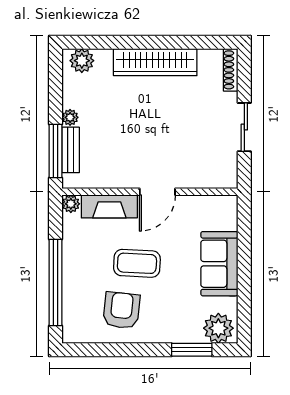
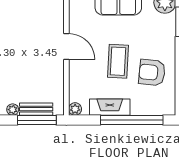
fireplace: (109, 206) -> (110, 107), moved, turned -90

